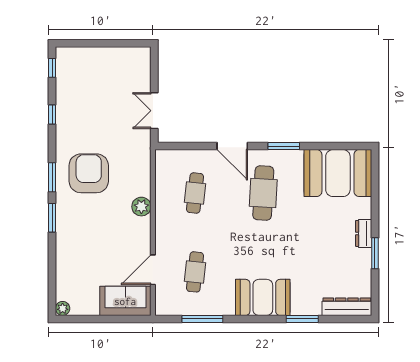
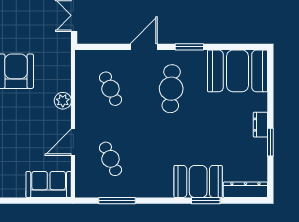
door: (232, 146) -> (144, 47), swing flipped
cafe table: (195, 193) -> (110, 89), turned -30
door: (153, 270) -> (73, 142), moved
cafe table: (195, 272) -> (110, 159), turned -30
booth: (263, 297) -> (198, 181), moved

